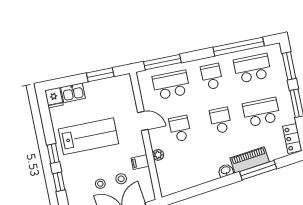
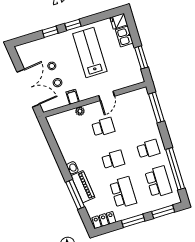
school desk: (171, 85) -> (138, 116), removed
lab bench: (88, 136) -> (90, 53), turned 180

